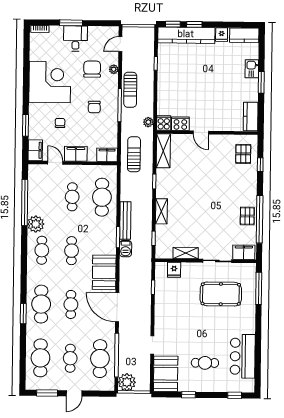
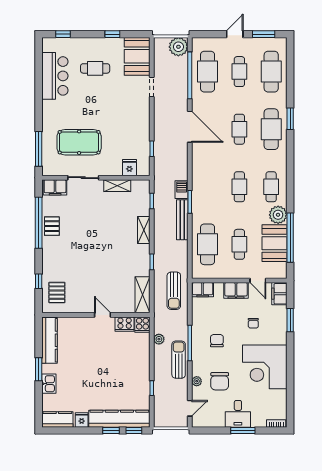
kitchen counter: (251, 116) -> (49, 340), width x1.50
plant: (148, 122) -> (159, 339), moved
booth: (104, 272) -> (275, 243), moved

